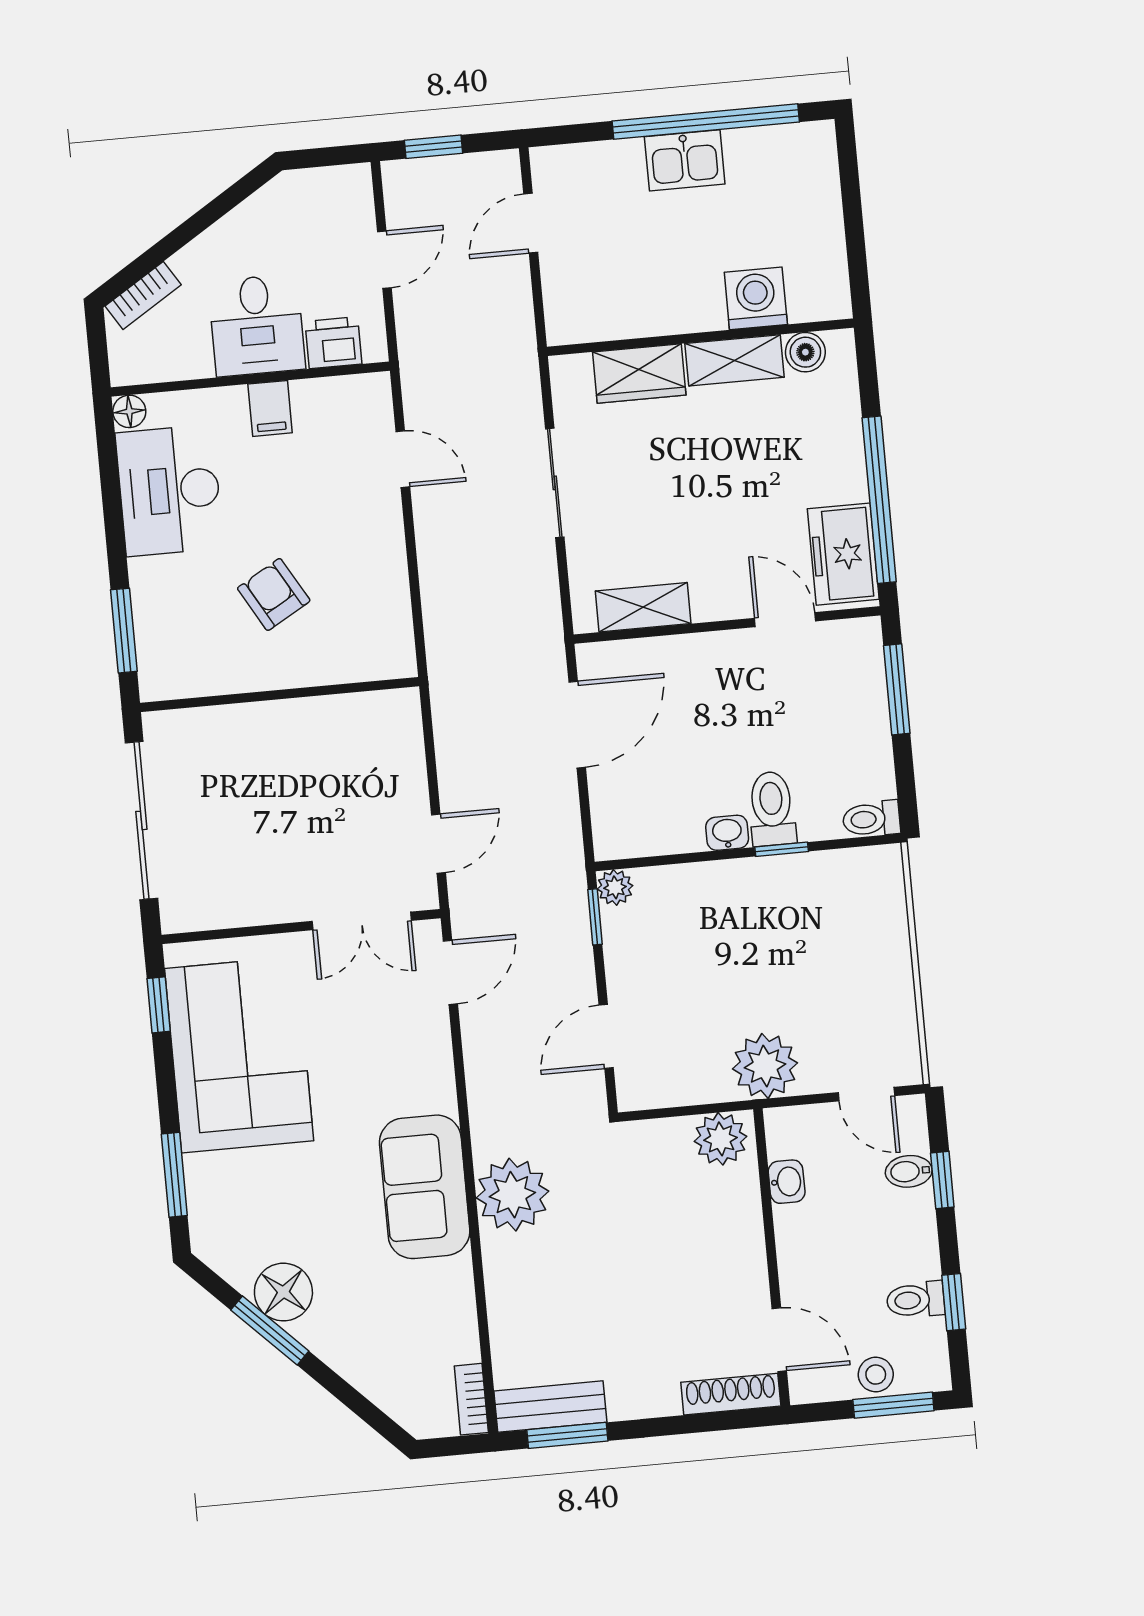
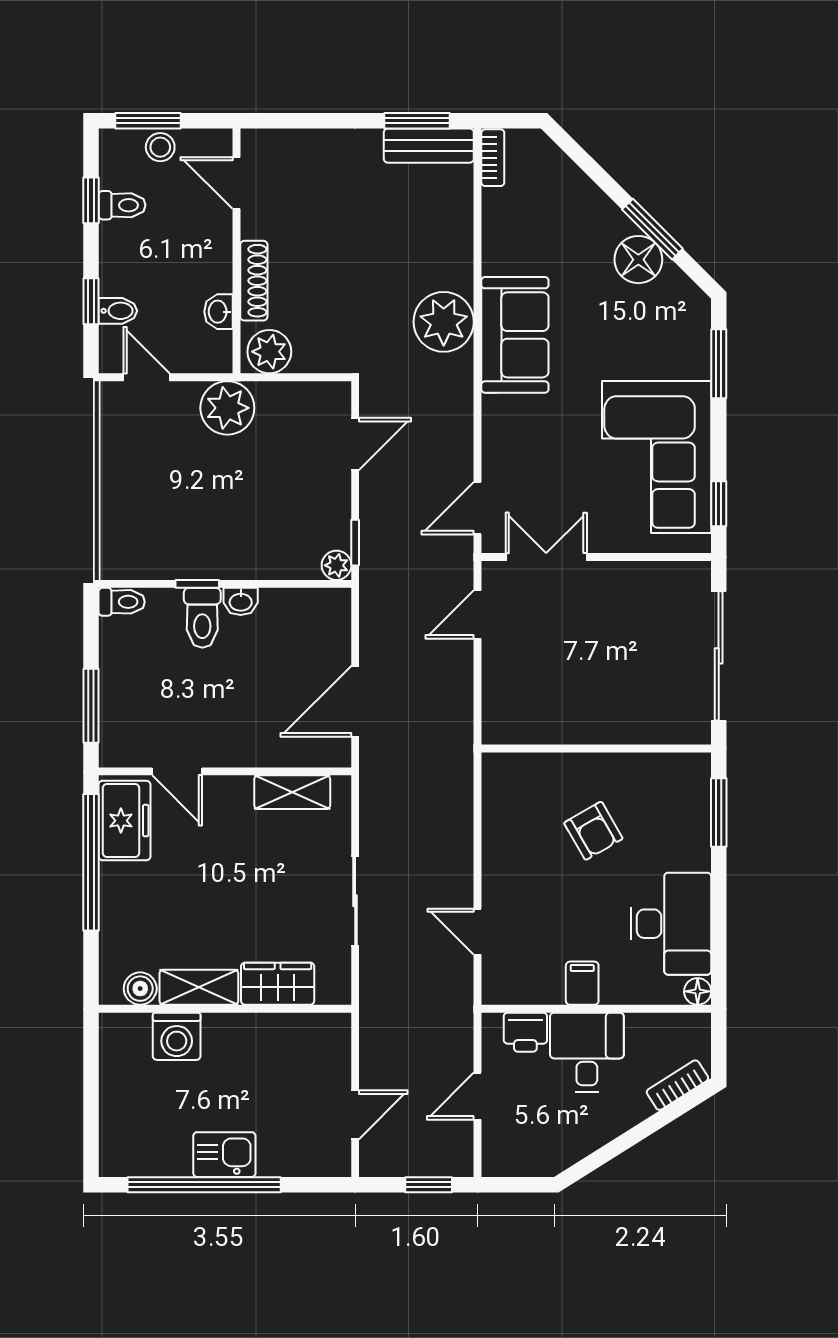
shoe rack: (731, 1394) -> (254, 281), moved, turned -90

